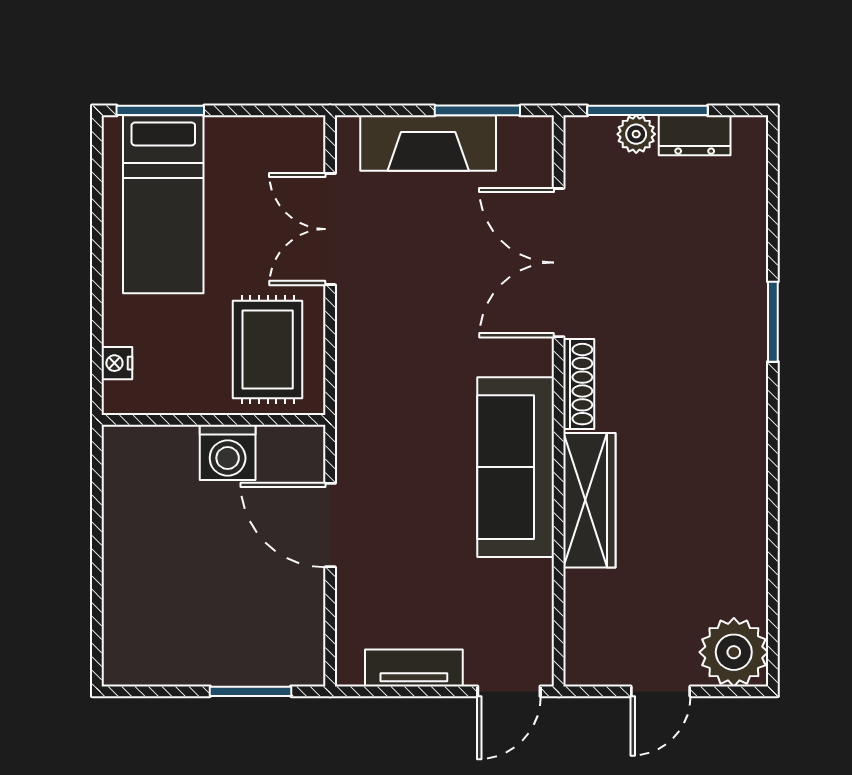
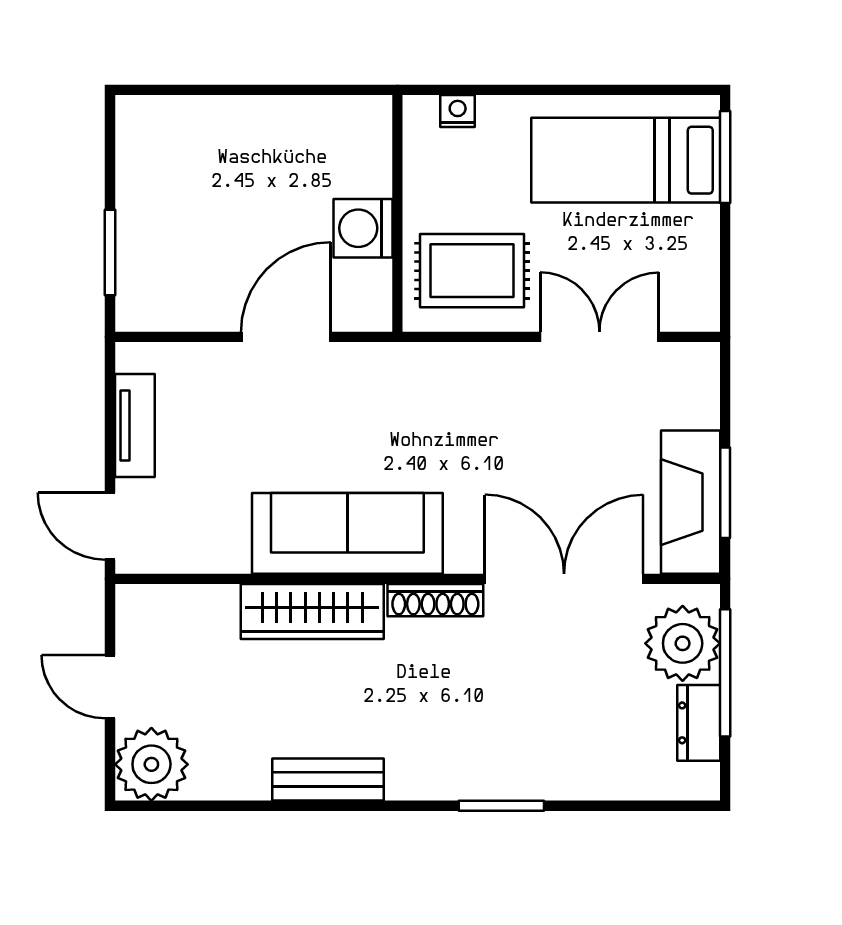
plant: (636, 134) -> (683, 643), width x1.87, depth x1.87
fireplace: (428, 143) -> (691, 502), moved
bench: (748, 485) -> (328, 779), added

